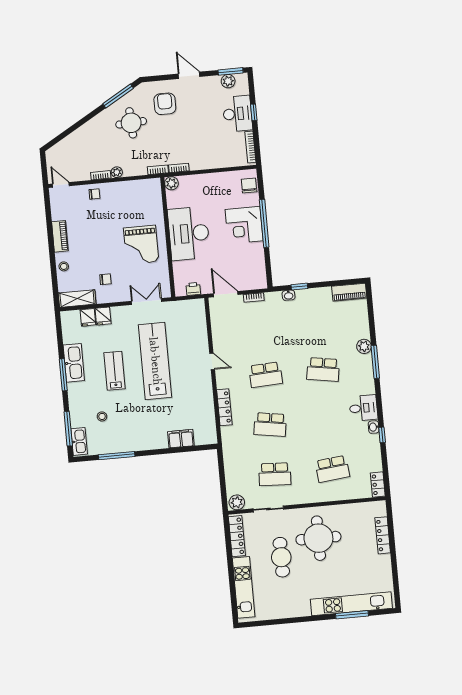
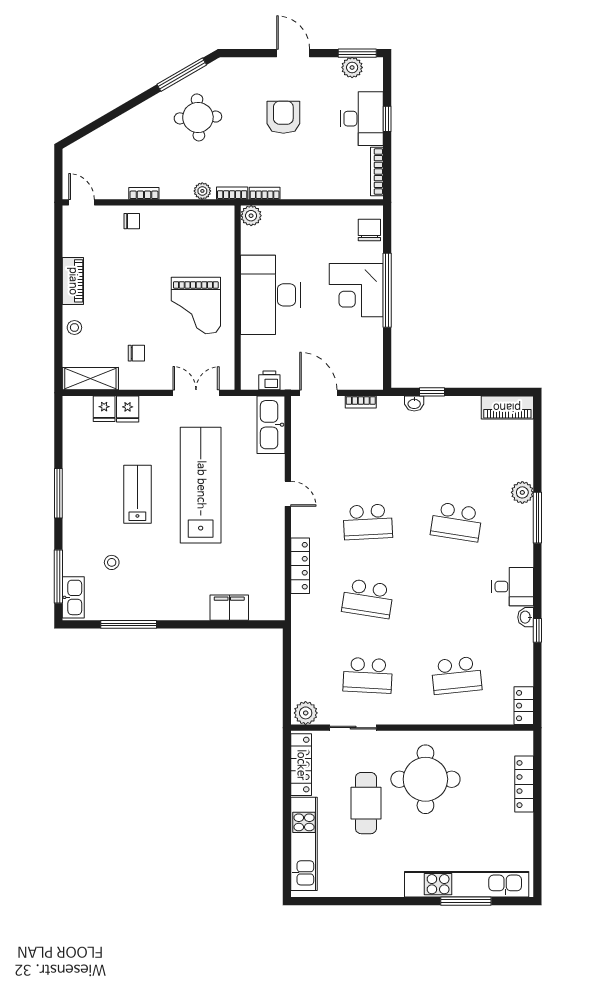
armchair: (165, 104) -> (283, 117), moved
plant: (117, 172) -> (202, 191), moved
kitchen sink: (74, 363) -> (271, 425), moved, turned 180

